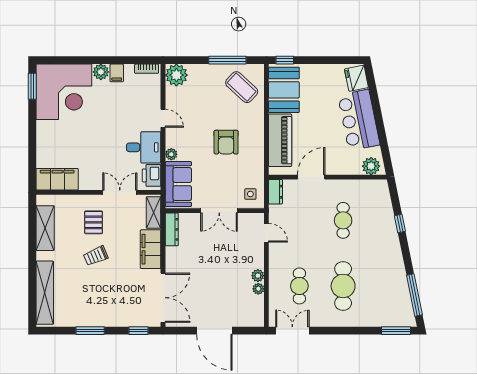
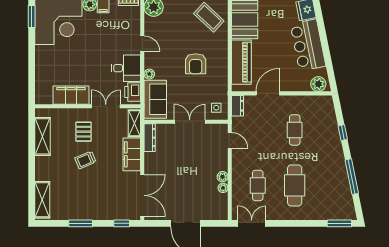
filing cabinet: (57, 179) -> (71, 95), moved
double door: (219, 211) -> (190, 122), swing flipped
shelving: (45, 293) -> (42, 200), width x0.68
window: (414, 295) -> (352, 177), moved

